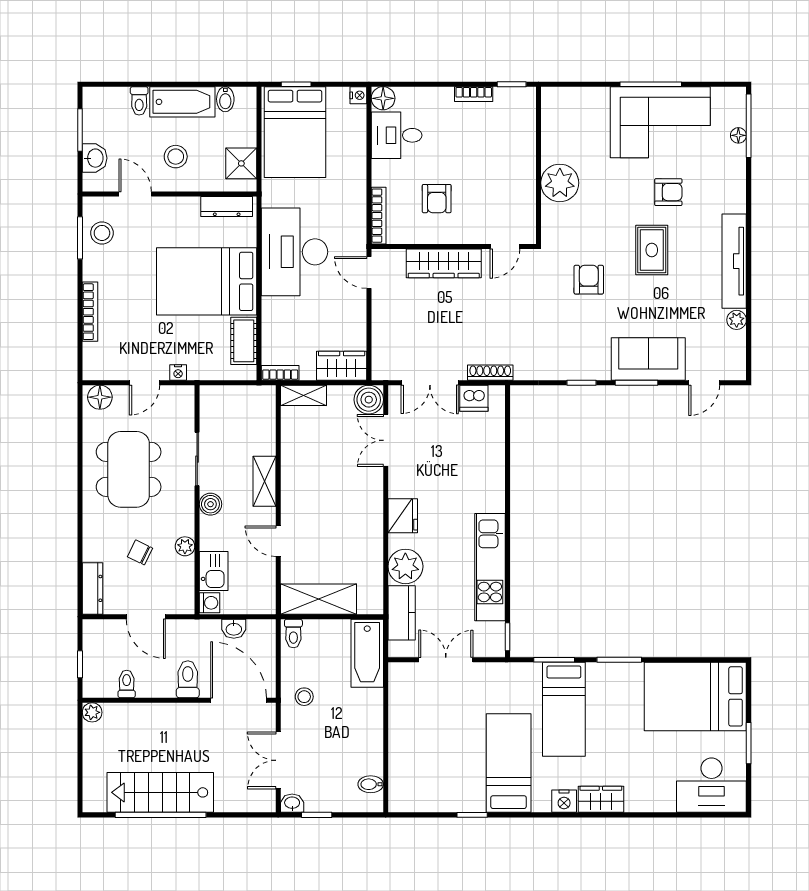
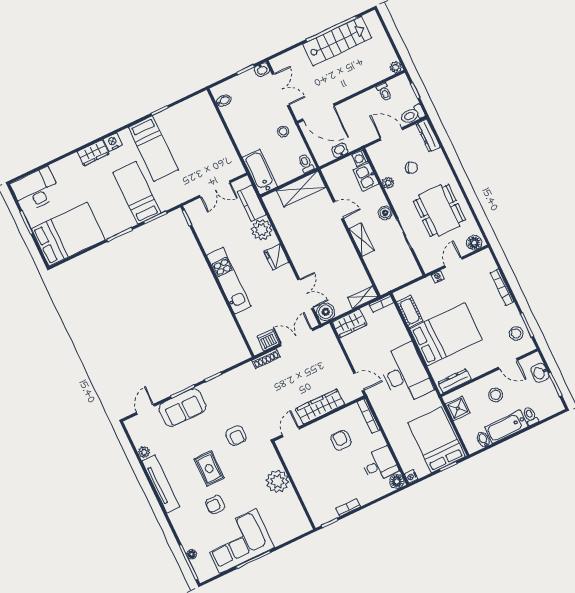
kitchen unit: (490, 567) -> (229, 281), moved
toilet: (188, 679) -> (412, 115), moved, turned 90

